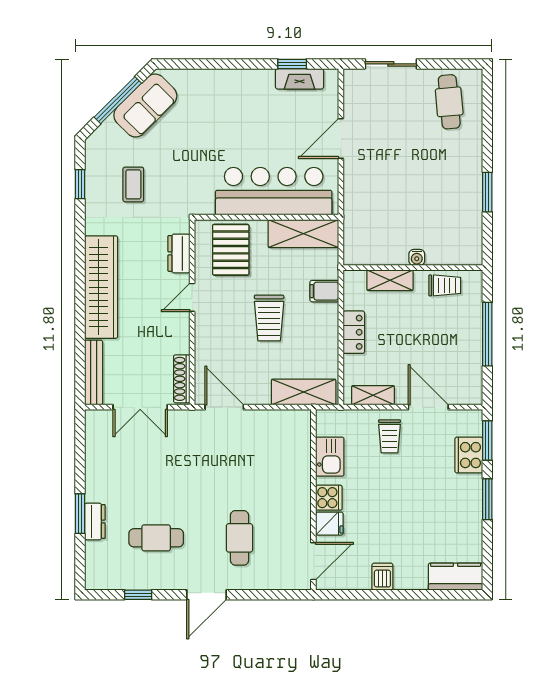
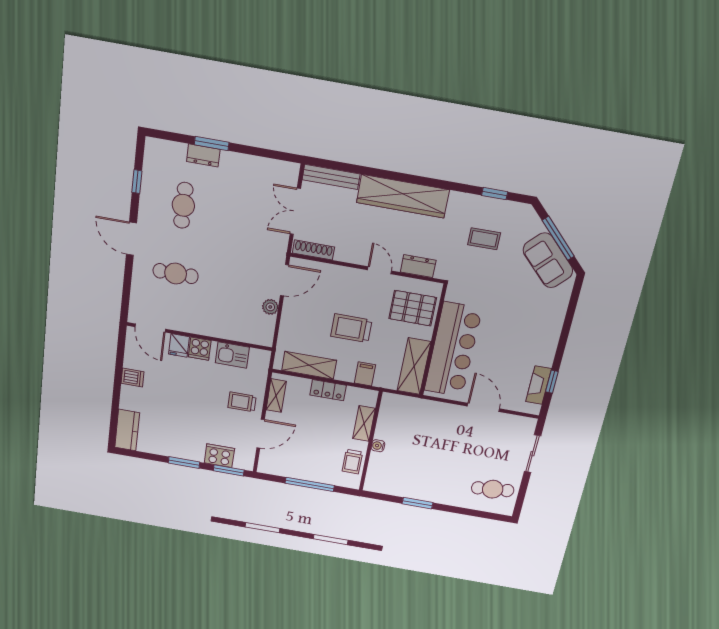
shelving: (304, 392) -> (309, 365), moved, turned 90
plant: (260, 419) -> (270, 307), added

